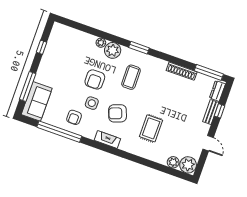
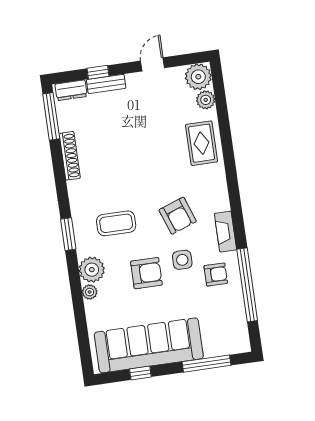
sofa: (37, 101) -> (149, 345), moved, width x1.85, depth x1.27
rug: (151, 128) -> (202, 143), moved, turned 90
fireplace: (107, 140) -> (225, 232), moved

